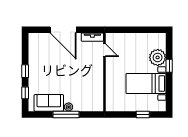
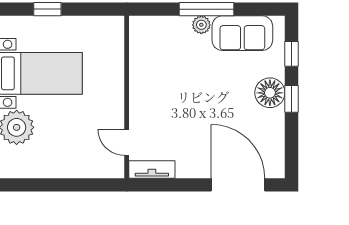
door: (63, 30) -> (238, 185), moved
floor lamp: (35, 74) -> (270, 93), added

